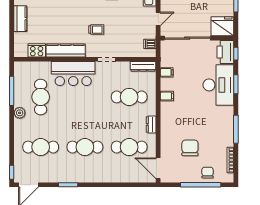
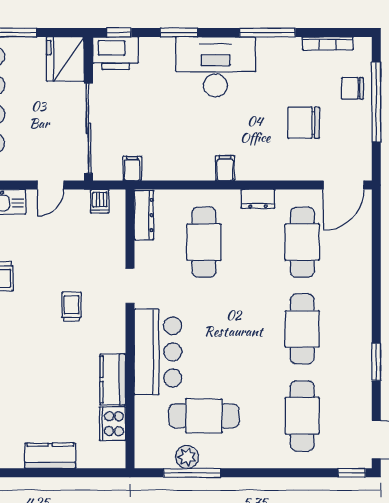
door: (158, 19) -> (51, 185), swing flipped
kitchen counter: (66, 51) -> (113, 379), width x0.67
filing cabinet: (167, 72) -> (132, 169), moved
desk: (218, 85) -> (216, 67), moved
filing cabinet: (167, 96) -> (225, 168), moved
plant: (20, 113) -> (187, 457), moved

